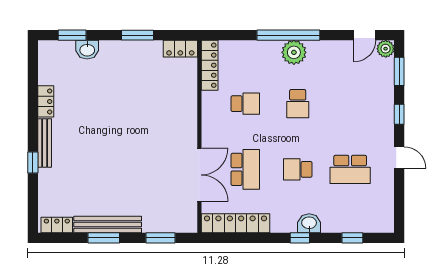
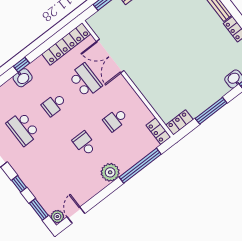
window: (137, 35) -> (211, 111), width x1.44
window: (288, 35) -> (140, 166), moved
locker: (210, 65) -> (158, 131), width x0.66
school desk: (245, 169) -> (85, 80), turned 180
school desk: (298, 169) -> (54, 105), turned 180
school desk: (350, 169) -> (23, 129), turned -90

